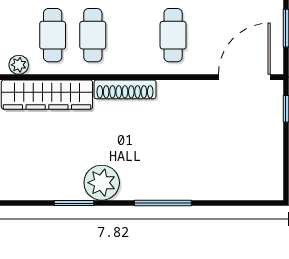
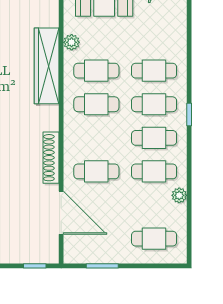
door: (244, 77) -> (61, 213), moved
shoe rack: (125, 89) -> (51, 158), moved

